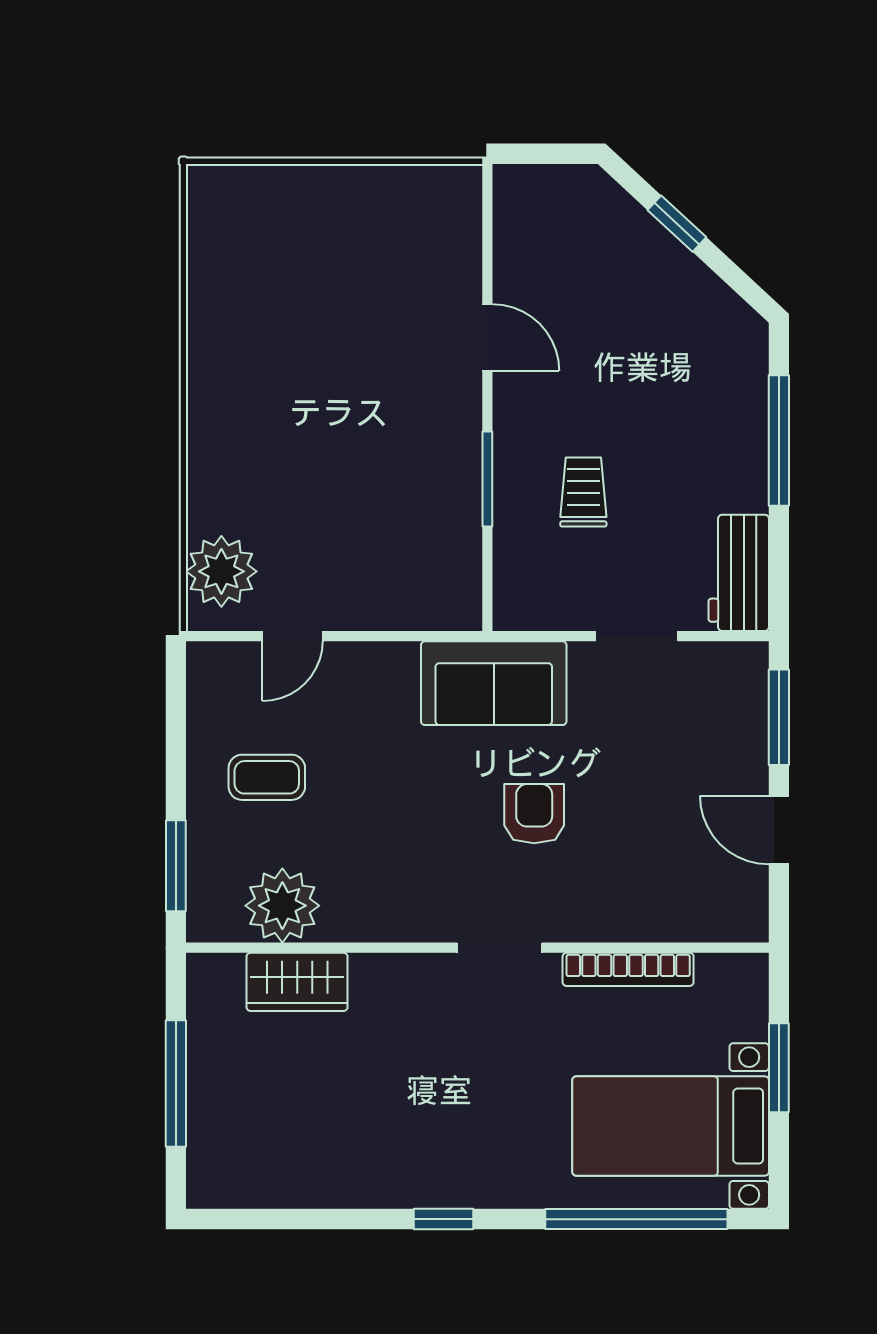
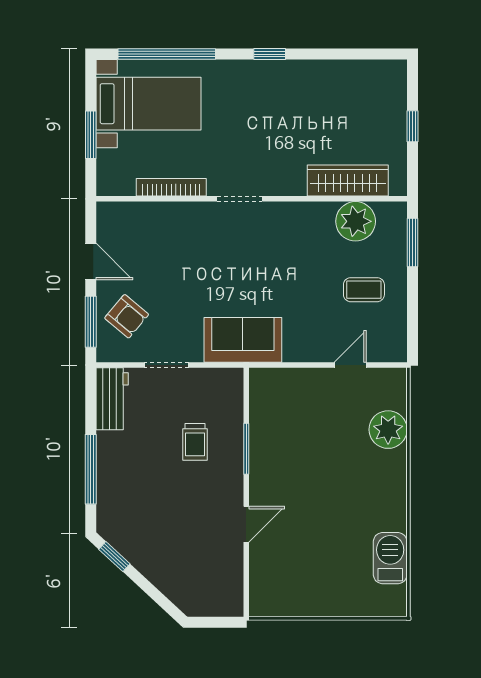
window: (677, 224) -> (114, 557), moved
barbecue: (218, 274) -> (390, 558), added
door: (487, 338) -> (246, 524), swing flipped
plant: (221, 571) -> (388, 430), moved
armchair: (534, 814) -> (127, 316), moved, turned -50
wardrobe: (297, 982) -> (348, 181), width x1.50
window: (176, 1084) -> (412, 126), width x0.46

